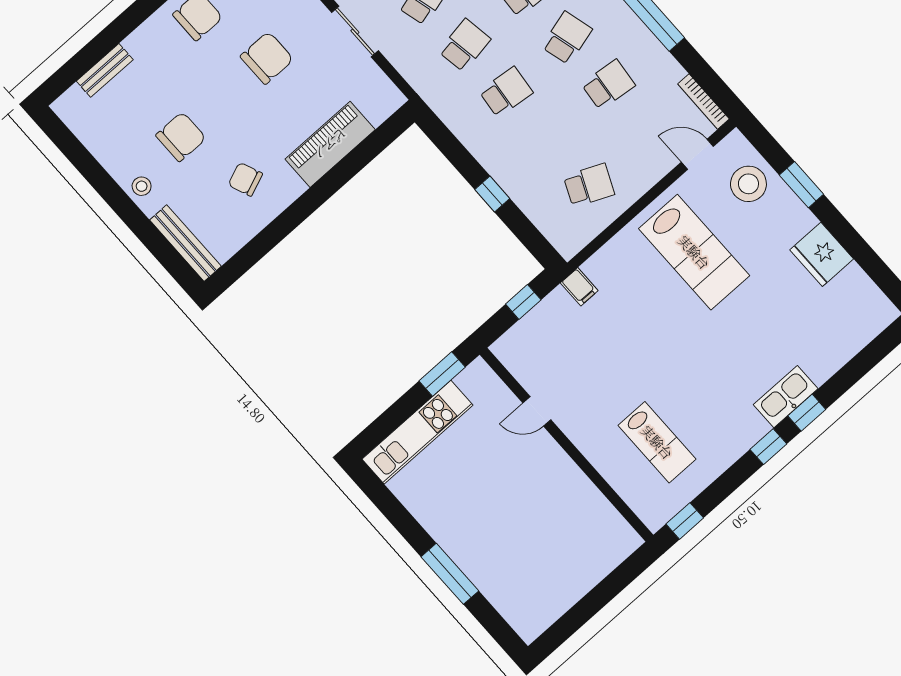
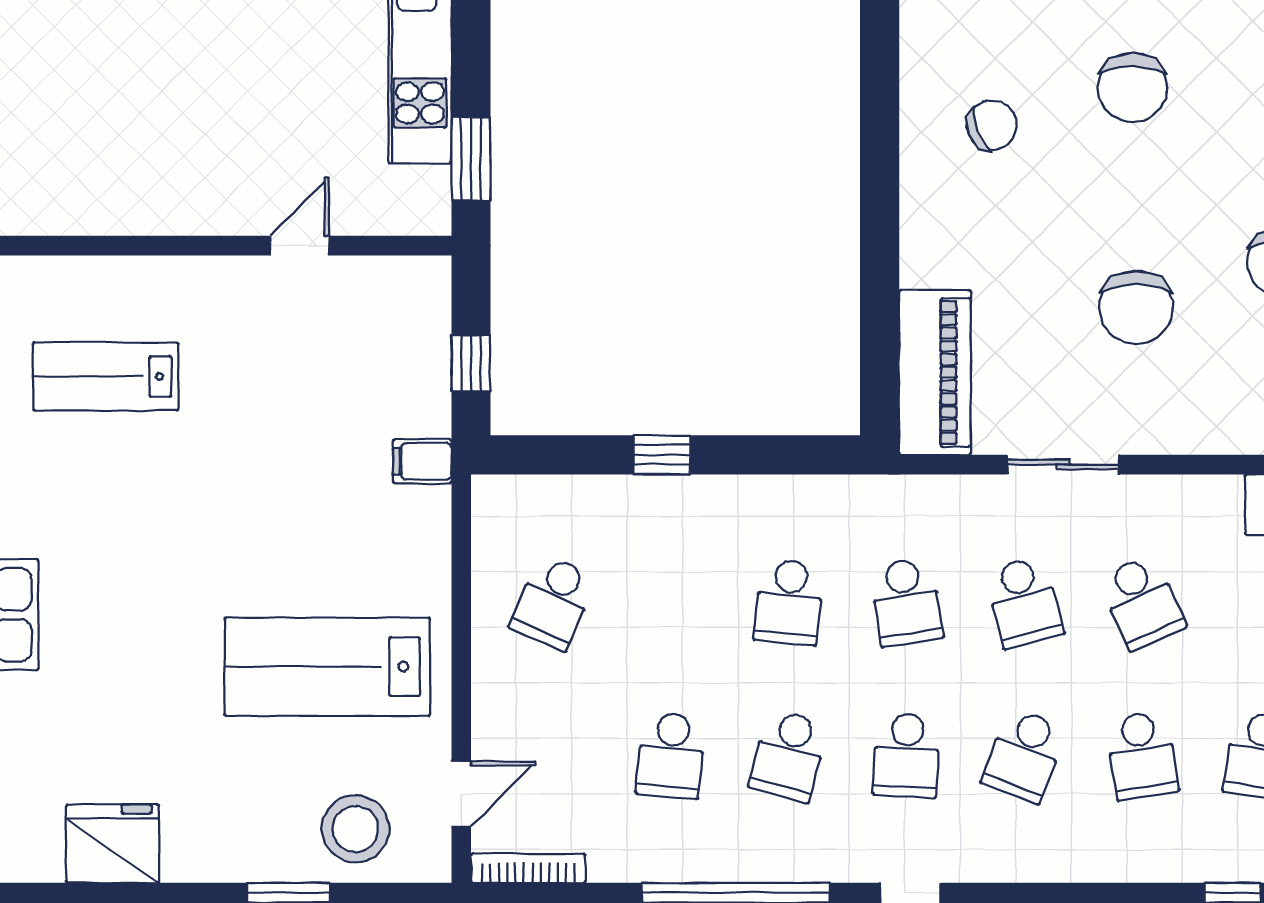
school desk: (567, 38) -> (789, 755), turned 30
piano: (330, 144) -> (935, 372), moved
fridge: (822, 254) -> (112, 844), moved

